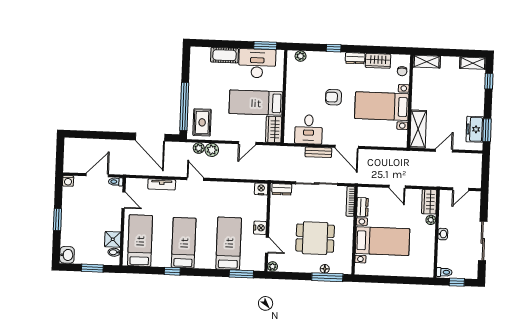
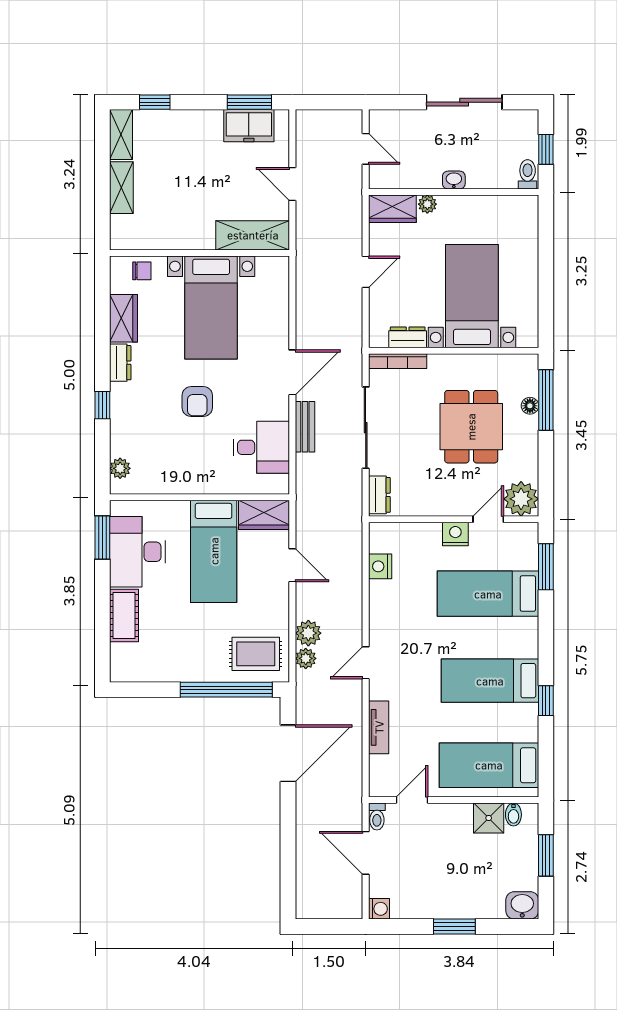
shelving: (427, 62) -> (121, 188), moved
nightstand: (261, 189) -> (380, 566), moved
plant: (272, 266) -> (521, 499), width x1.88, depth x1.88

